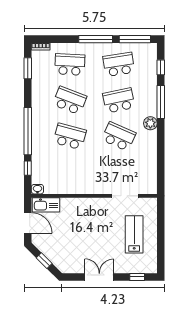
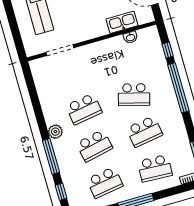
school desk: (70, 100) -> (144, 131), turned -30
school desk: (119, 136) -> (84, 109), turned -33
washbasin: (37, 189) -> (131, 37), moved
kitchen sink: (46, 205) -> (122, 22), moved

